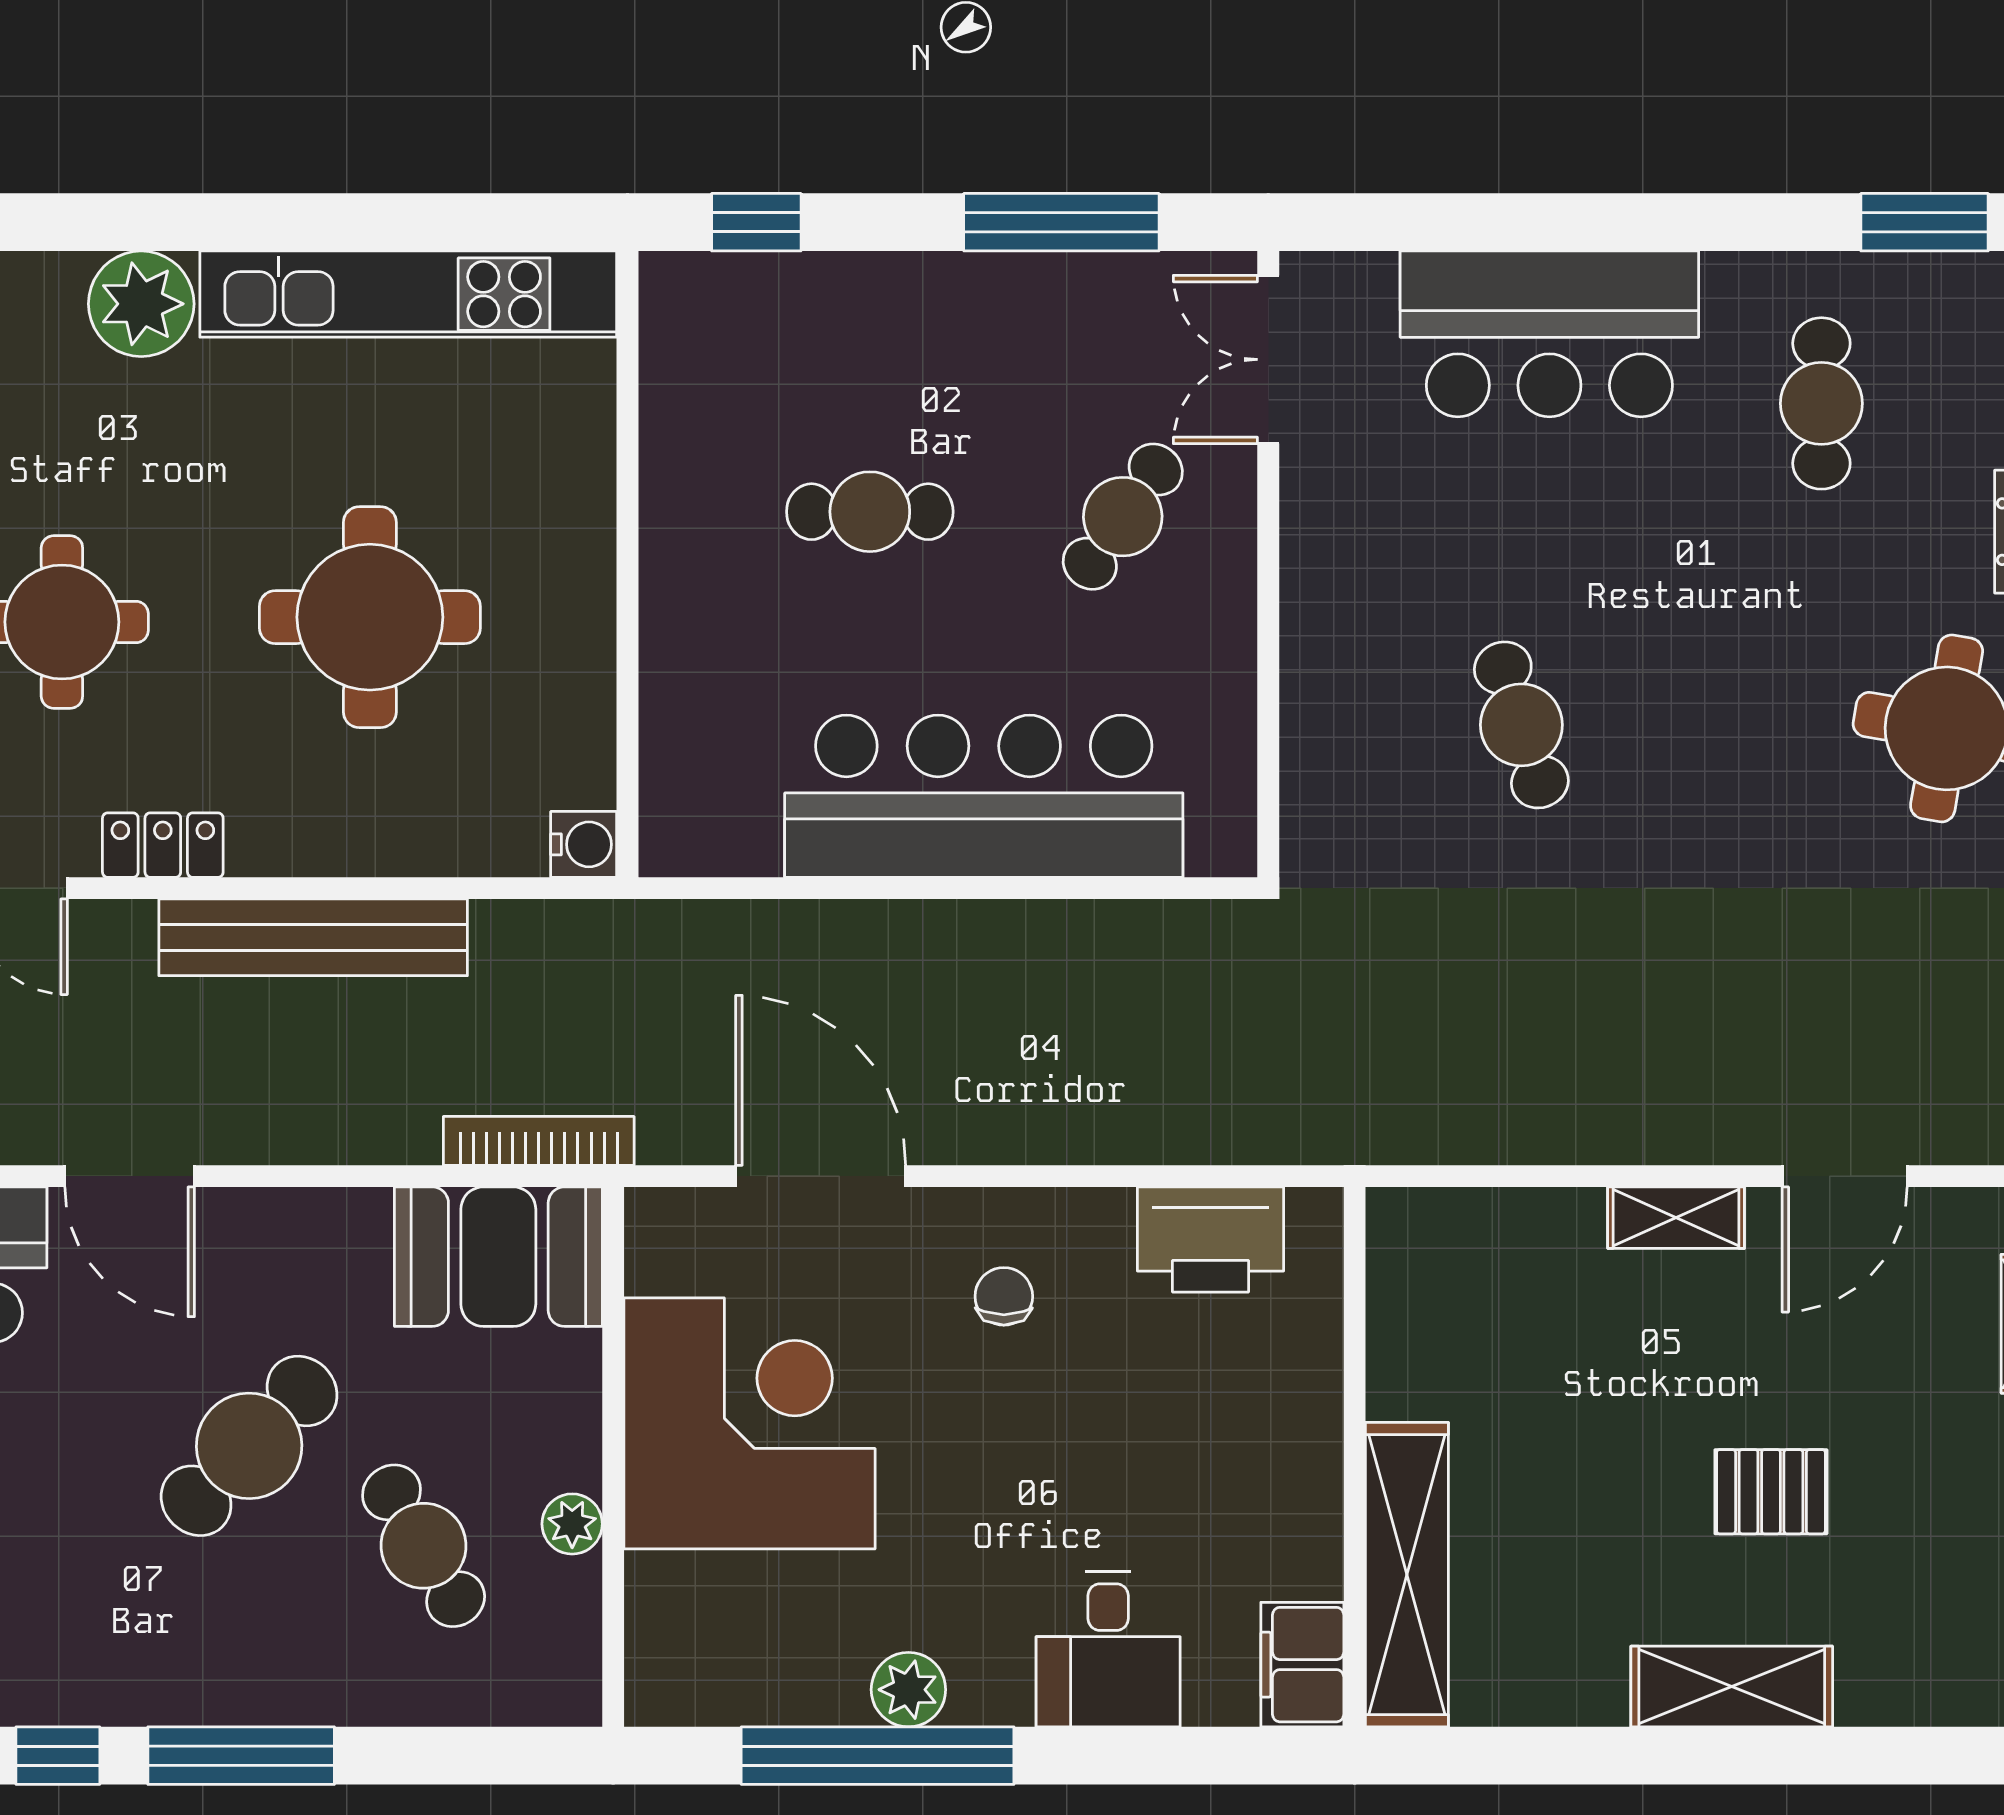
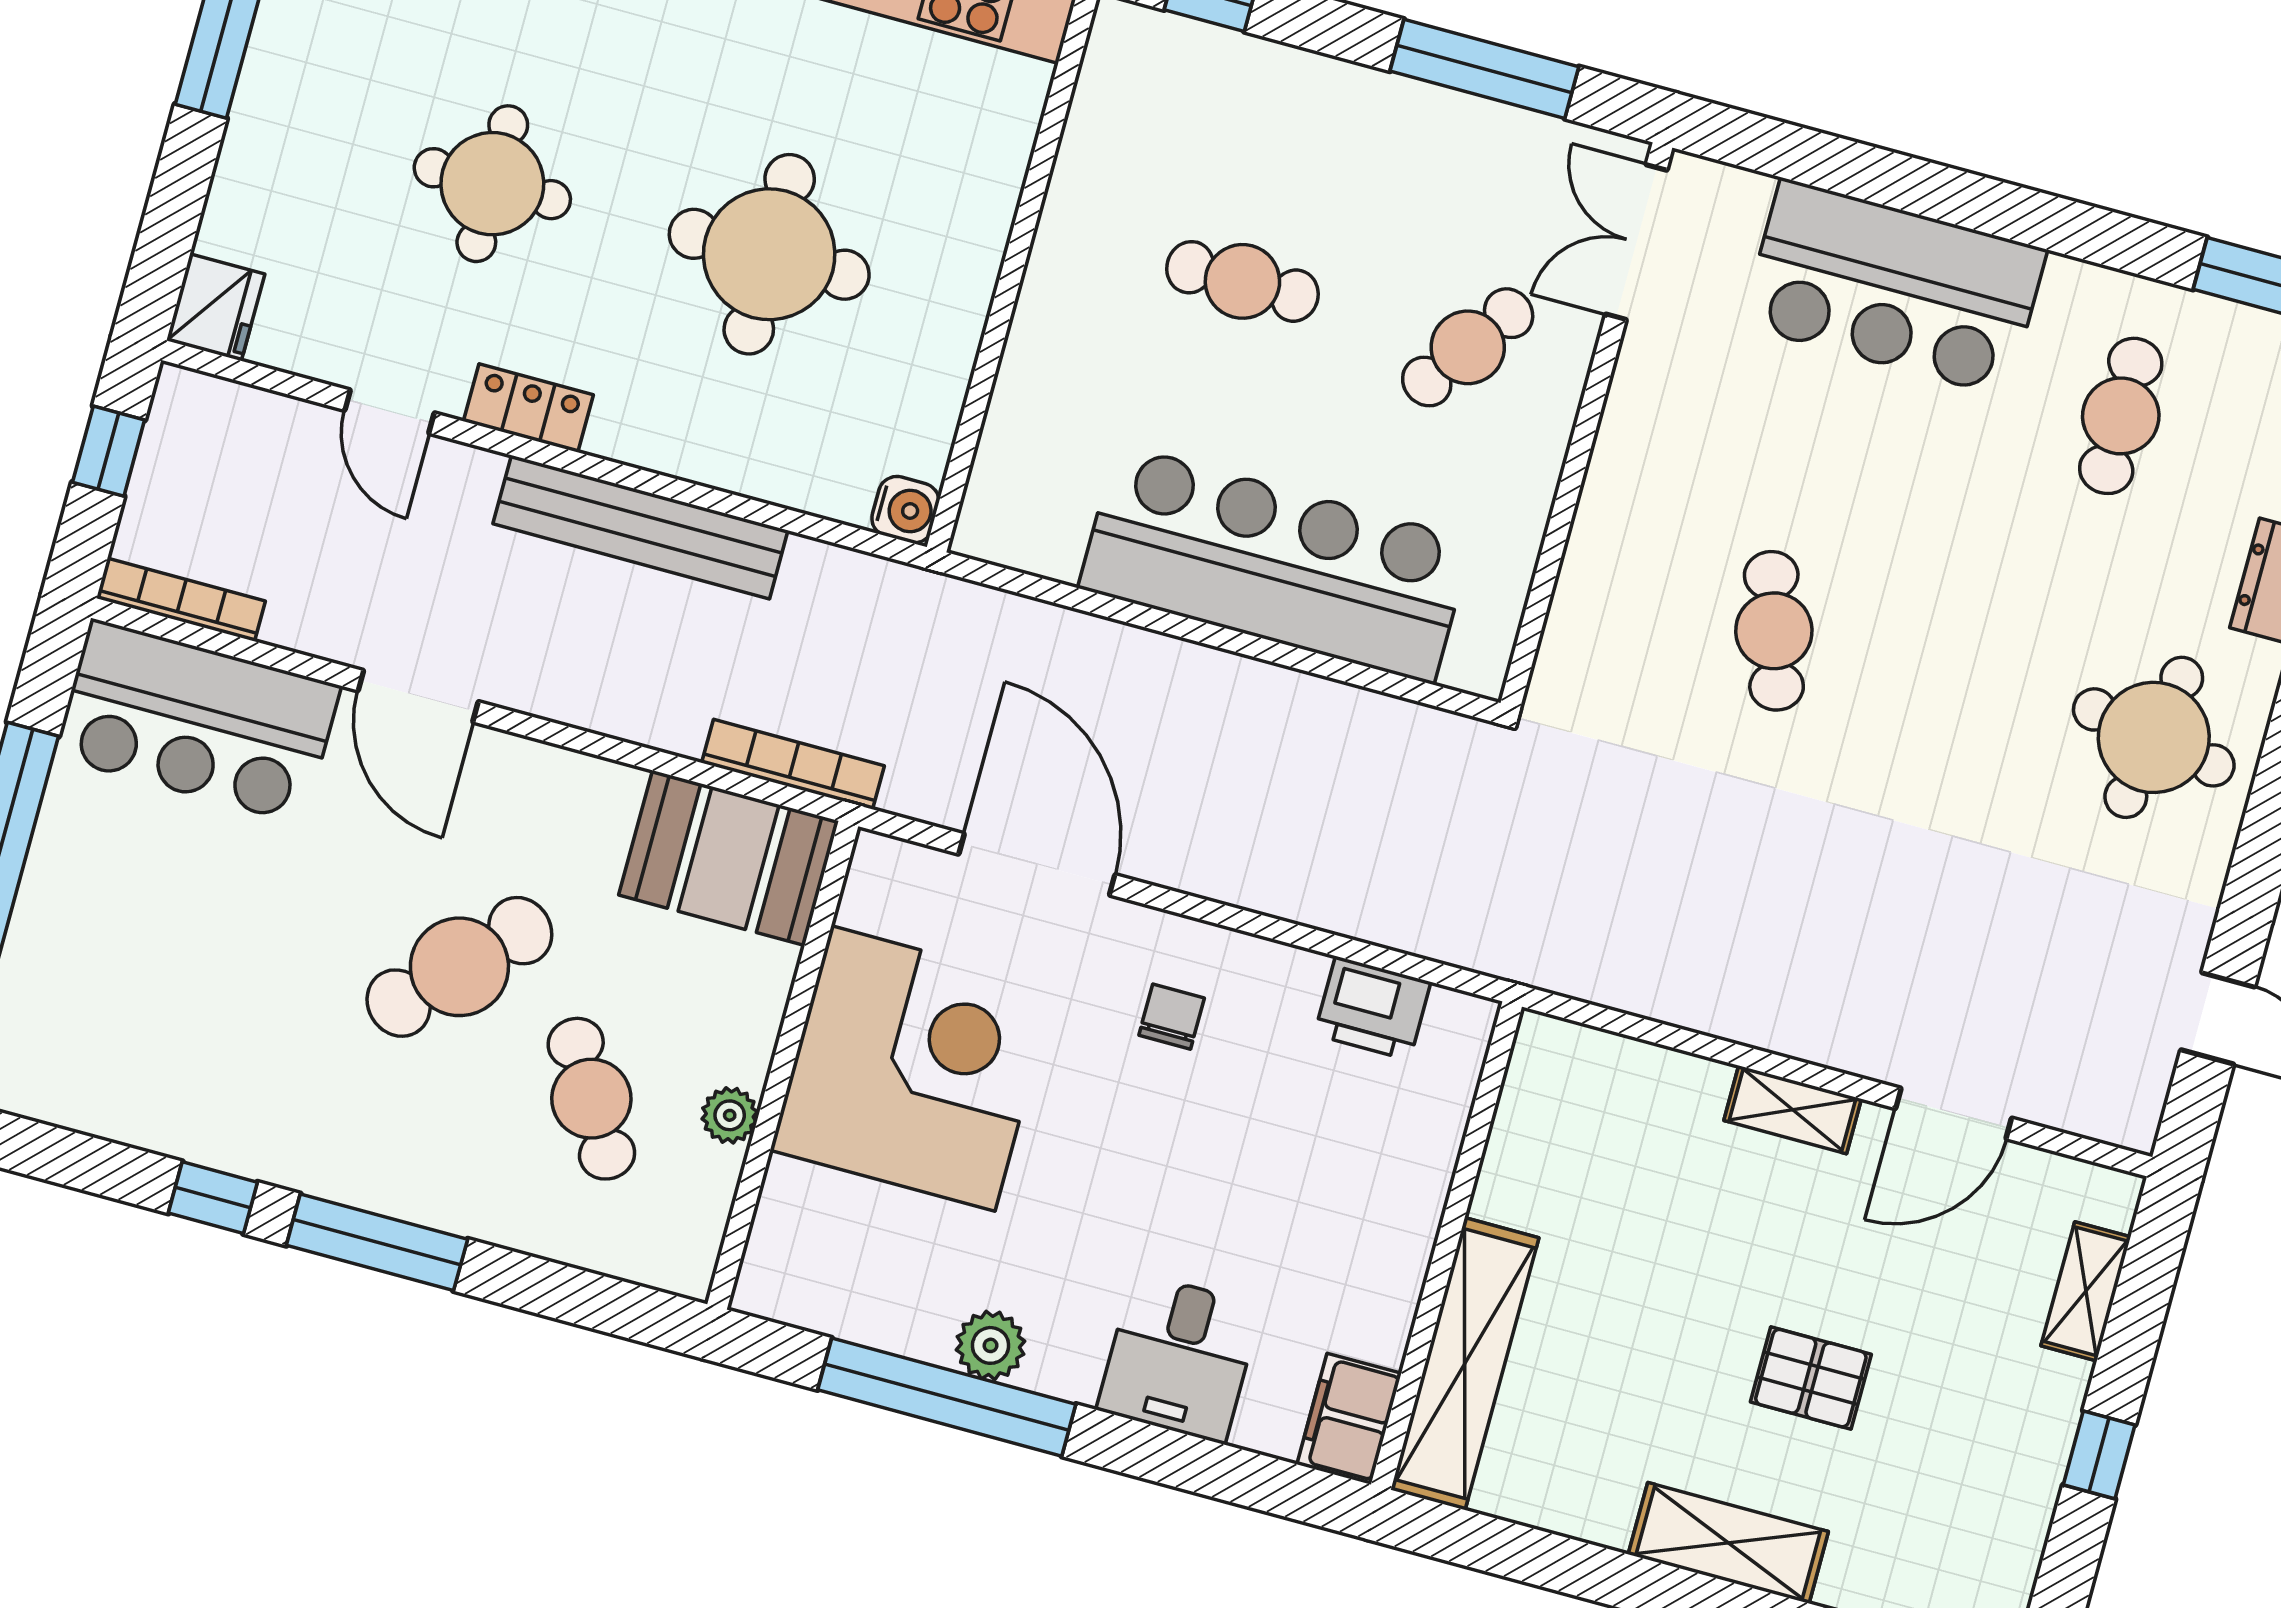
printer: (1211, 1239) -> (1373, 1008), width x0.73, depth x0.84

